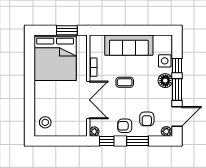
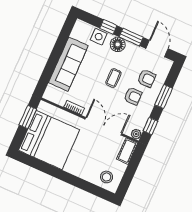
coffee table: (125, 82) -> (113, 78), moved
armchair: (125, 126) -> (133, 96), moved, turned -90
cot: (76, 130) -> (127, 151), added
plant: (166, 131) -> (167, 65), removed

